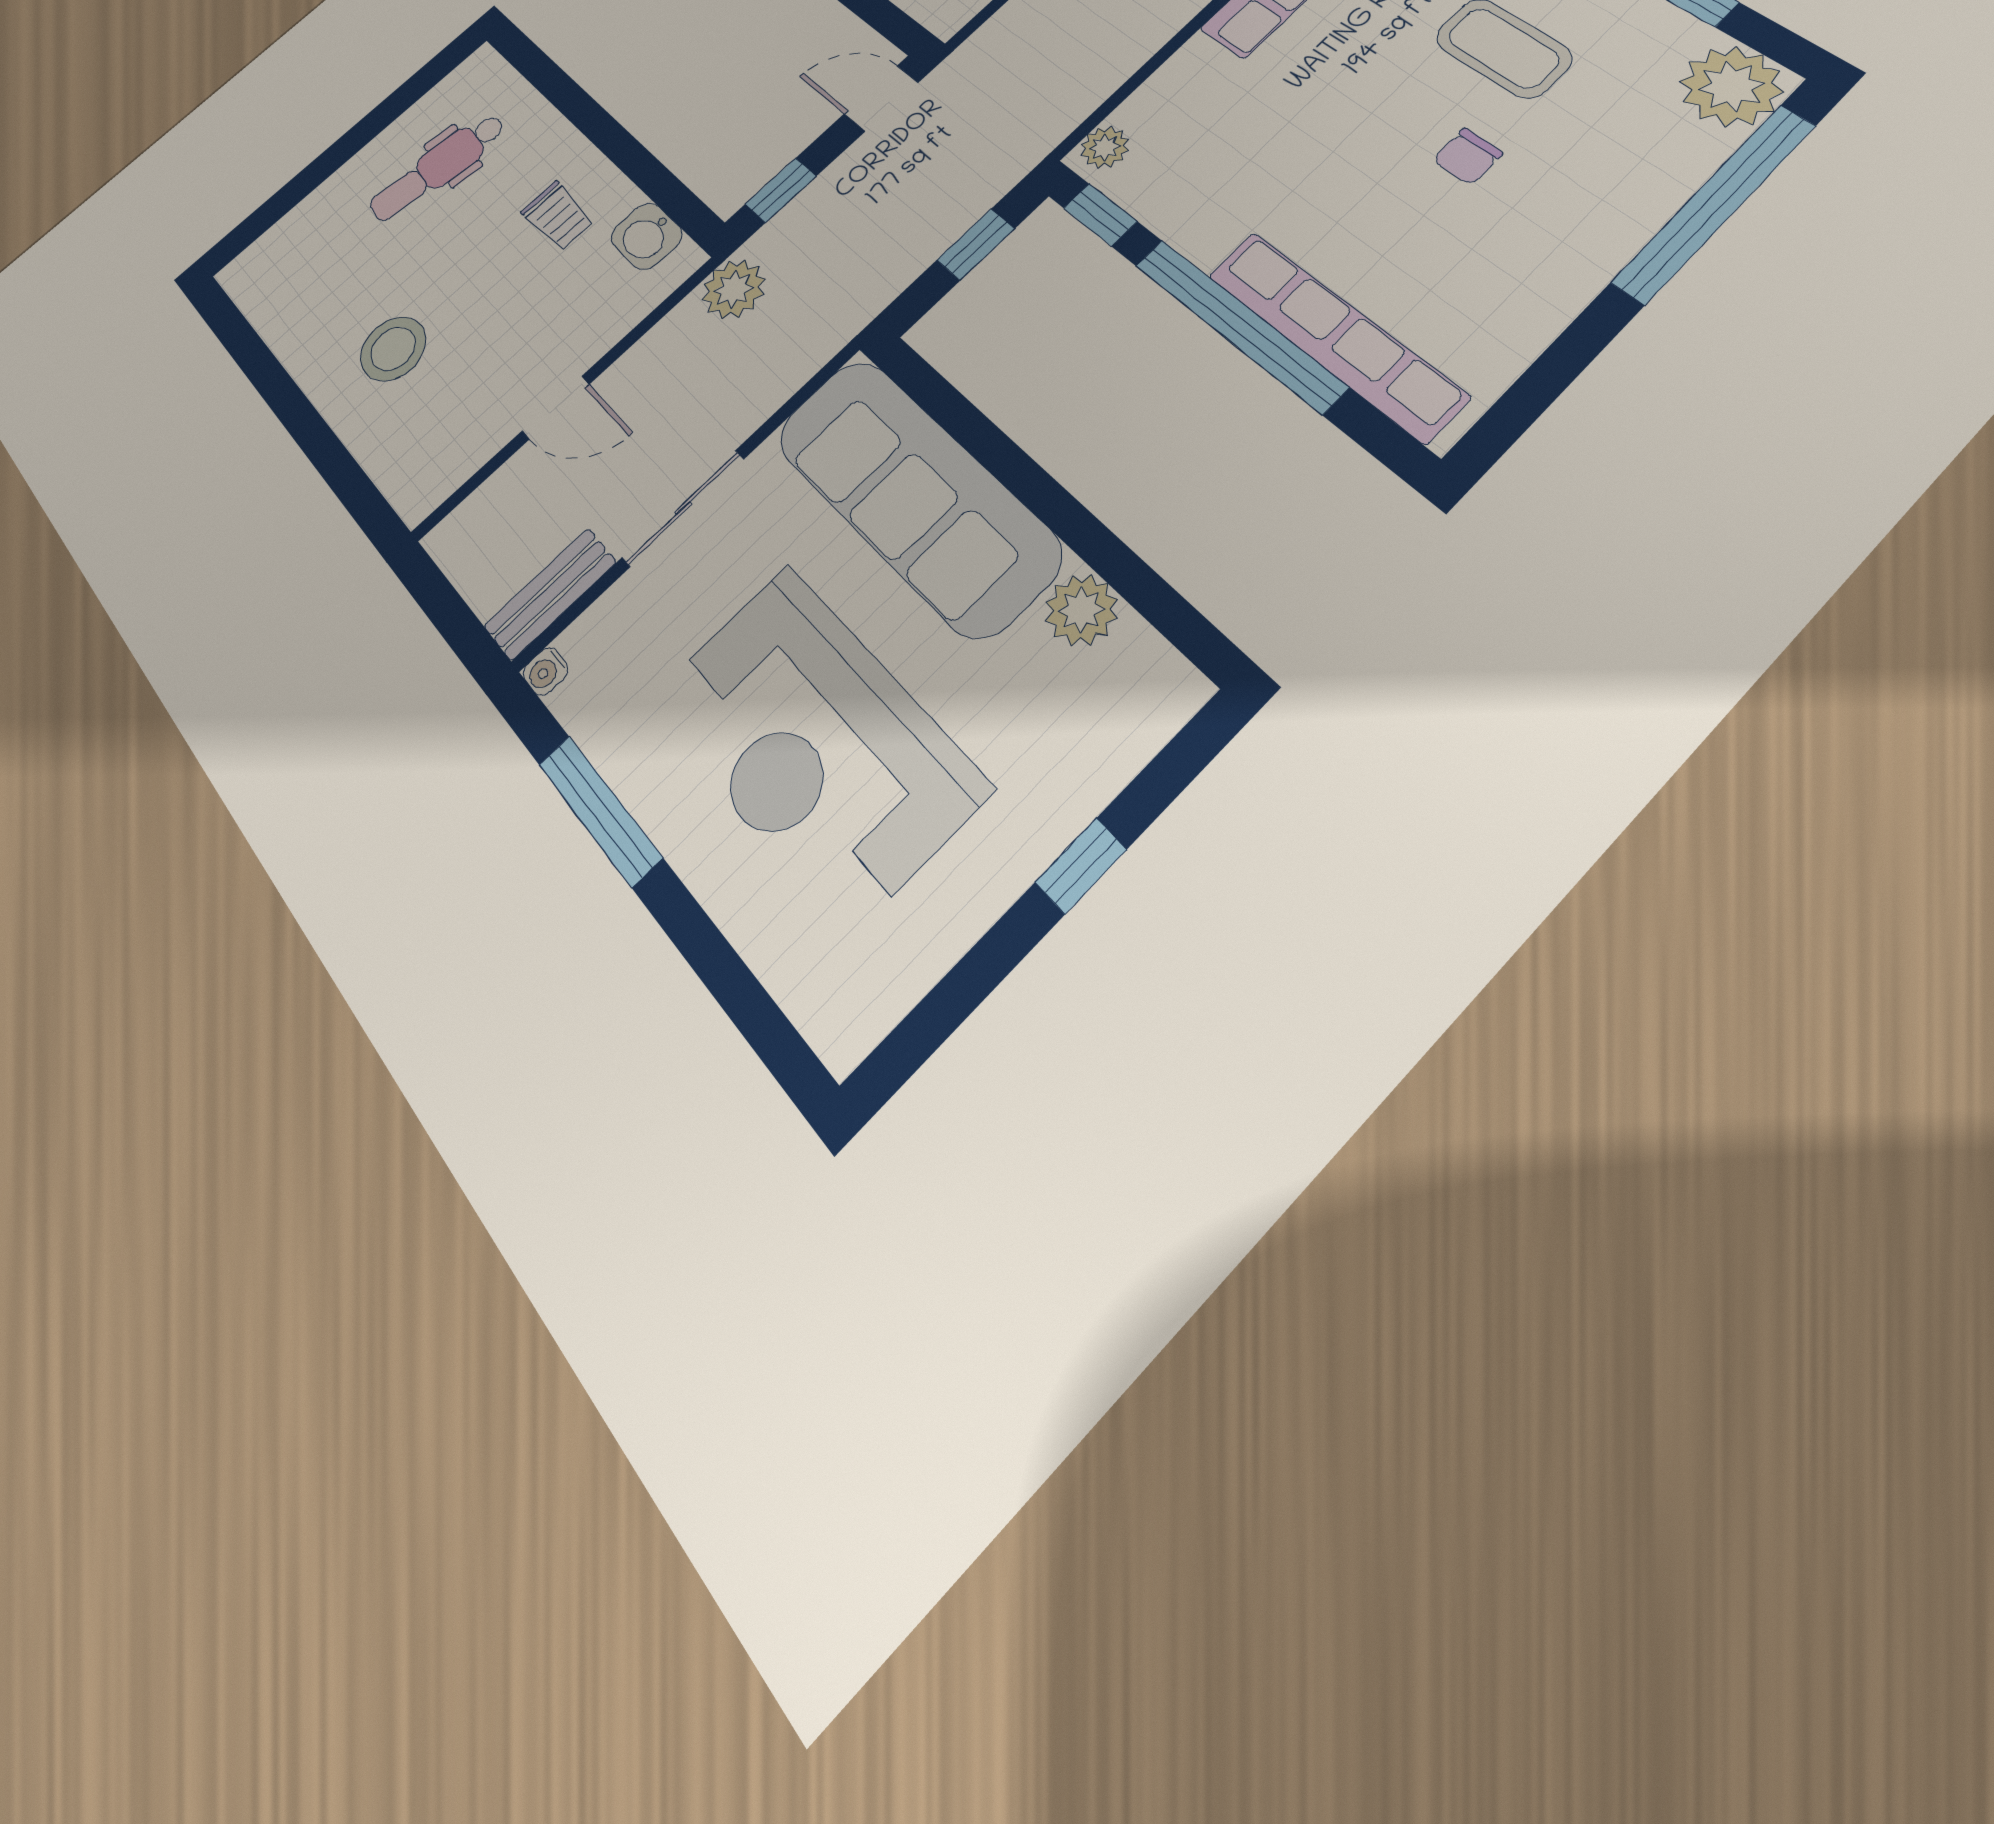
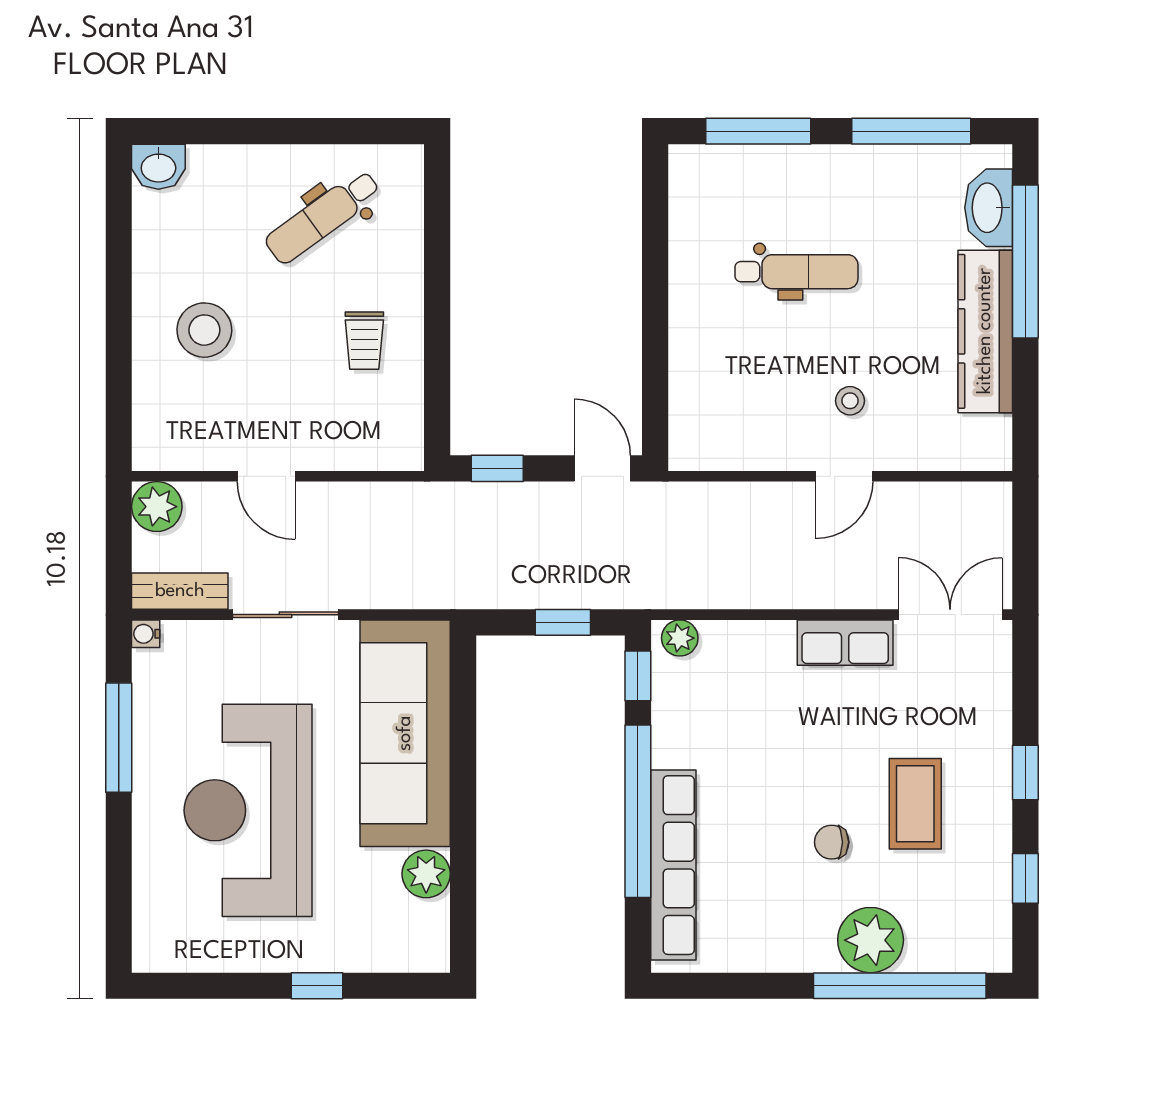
plant: (1731, 86) -> (871, 940), moved
dental chair: (437, 167) -> (323, 217), turned -43
washbasin: (646, 236) -> (158, 167), moved, turned -90
plant: (734, 289) -> (157, 507), moved

